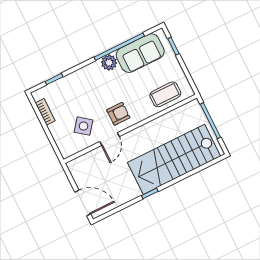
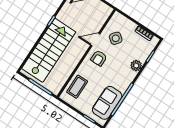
plant: (109, 63) -> (136, 66), moved
door: (109, 139) -> (95, 40), hinge flipped

